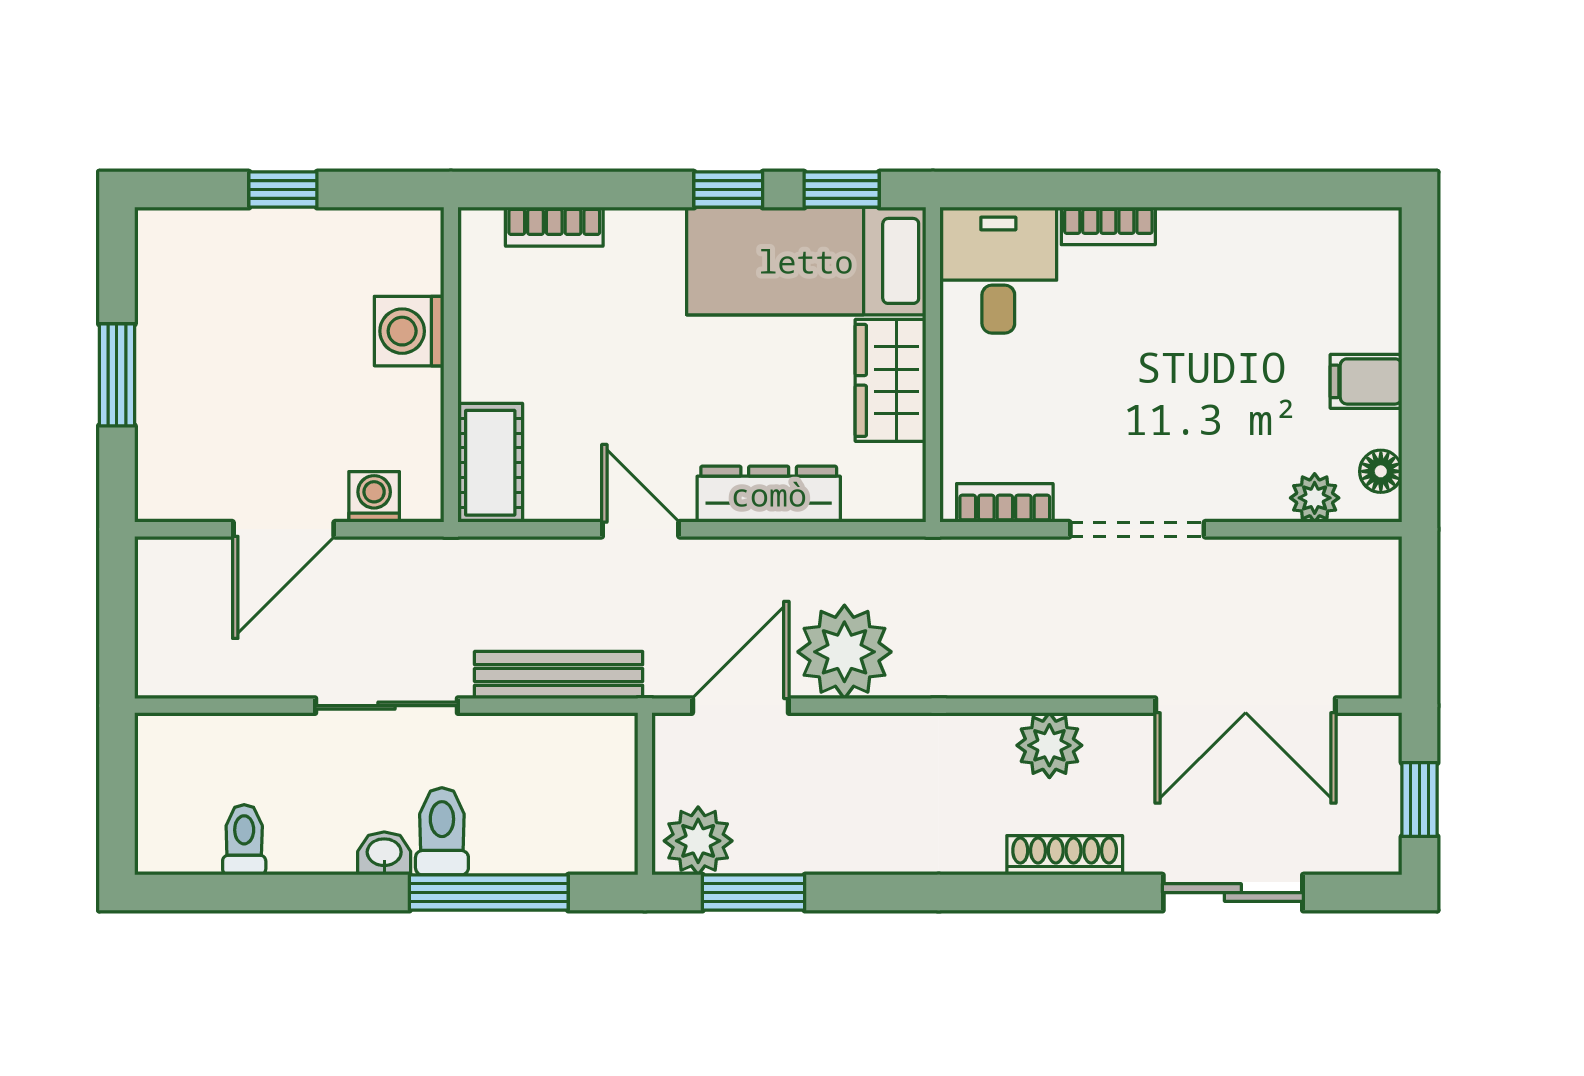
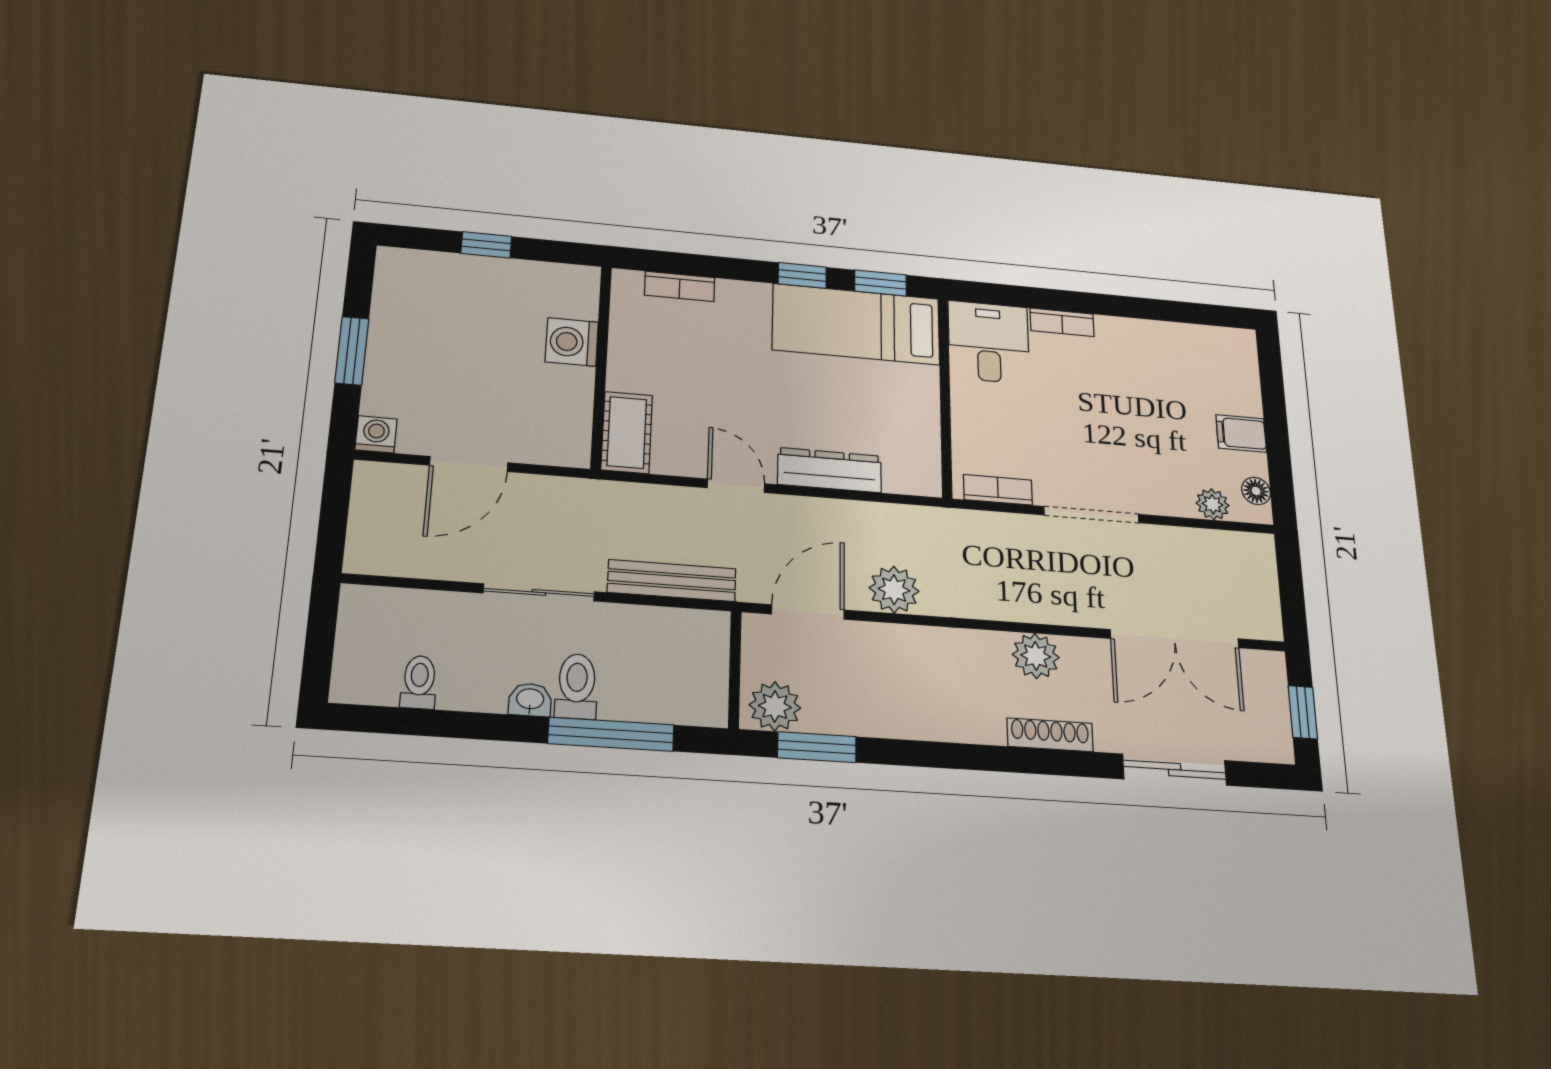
wardrobe: (890, 380) -> (916, 404), removed
washing machine: (374, 497) -> (376, 434), moved
plant: (844, 652) -> (894, 590), width x0.73, depth x0.73

